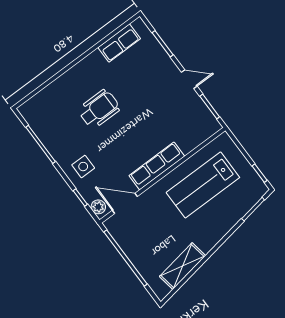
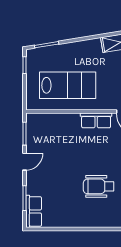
row of seats: (119, 43) -> (34, 211), moved, turned 90
door: (189, 79) -> (25, 162), swing flipped
row of seats: (157, 166) -> (96, 120), width x0.68

